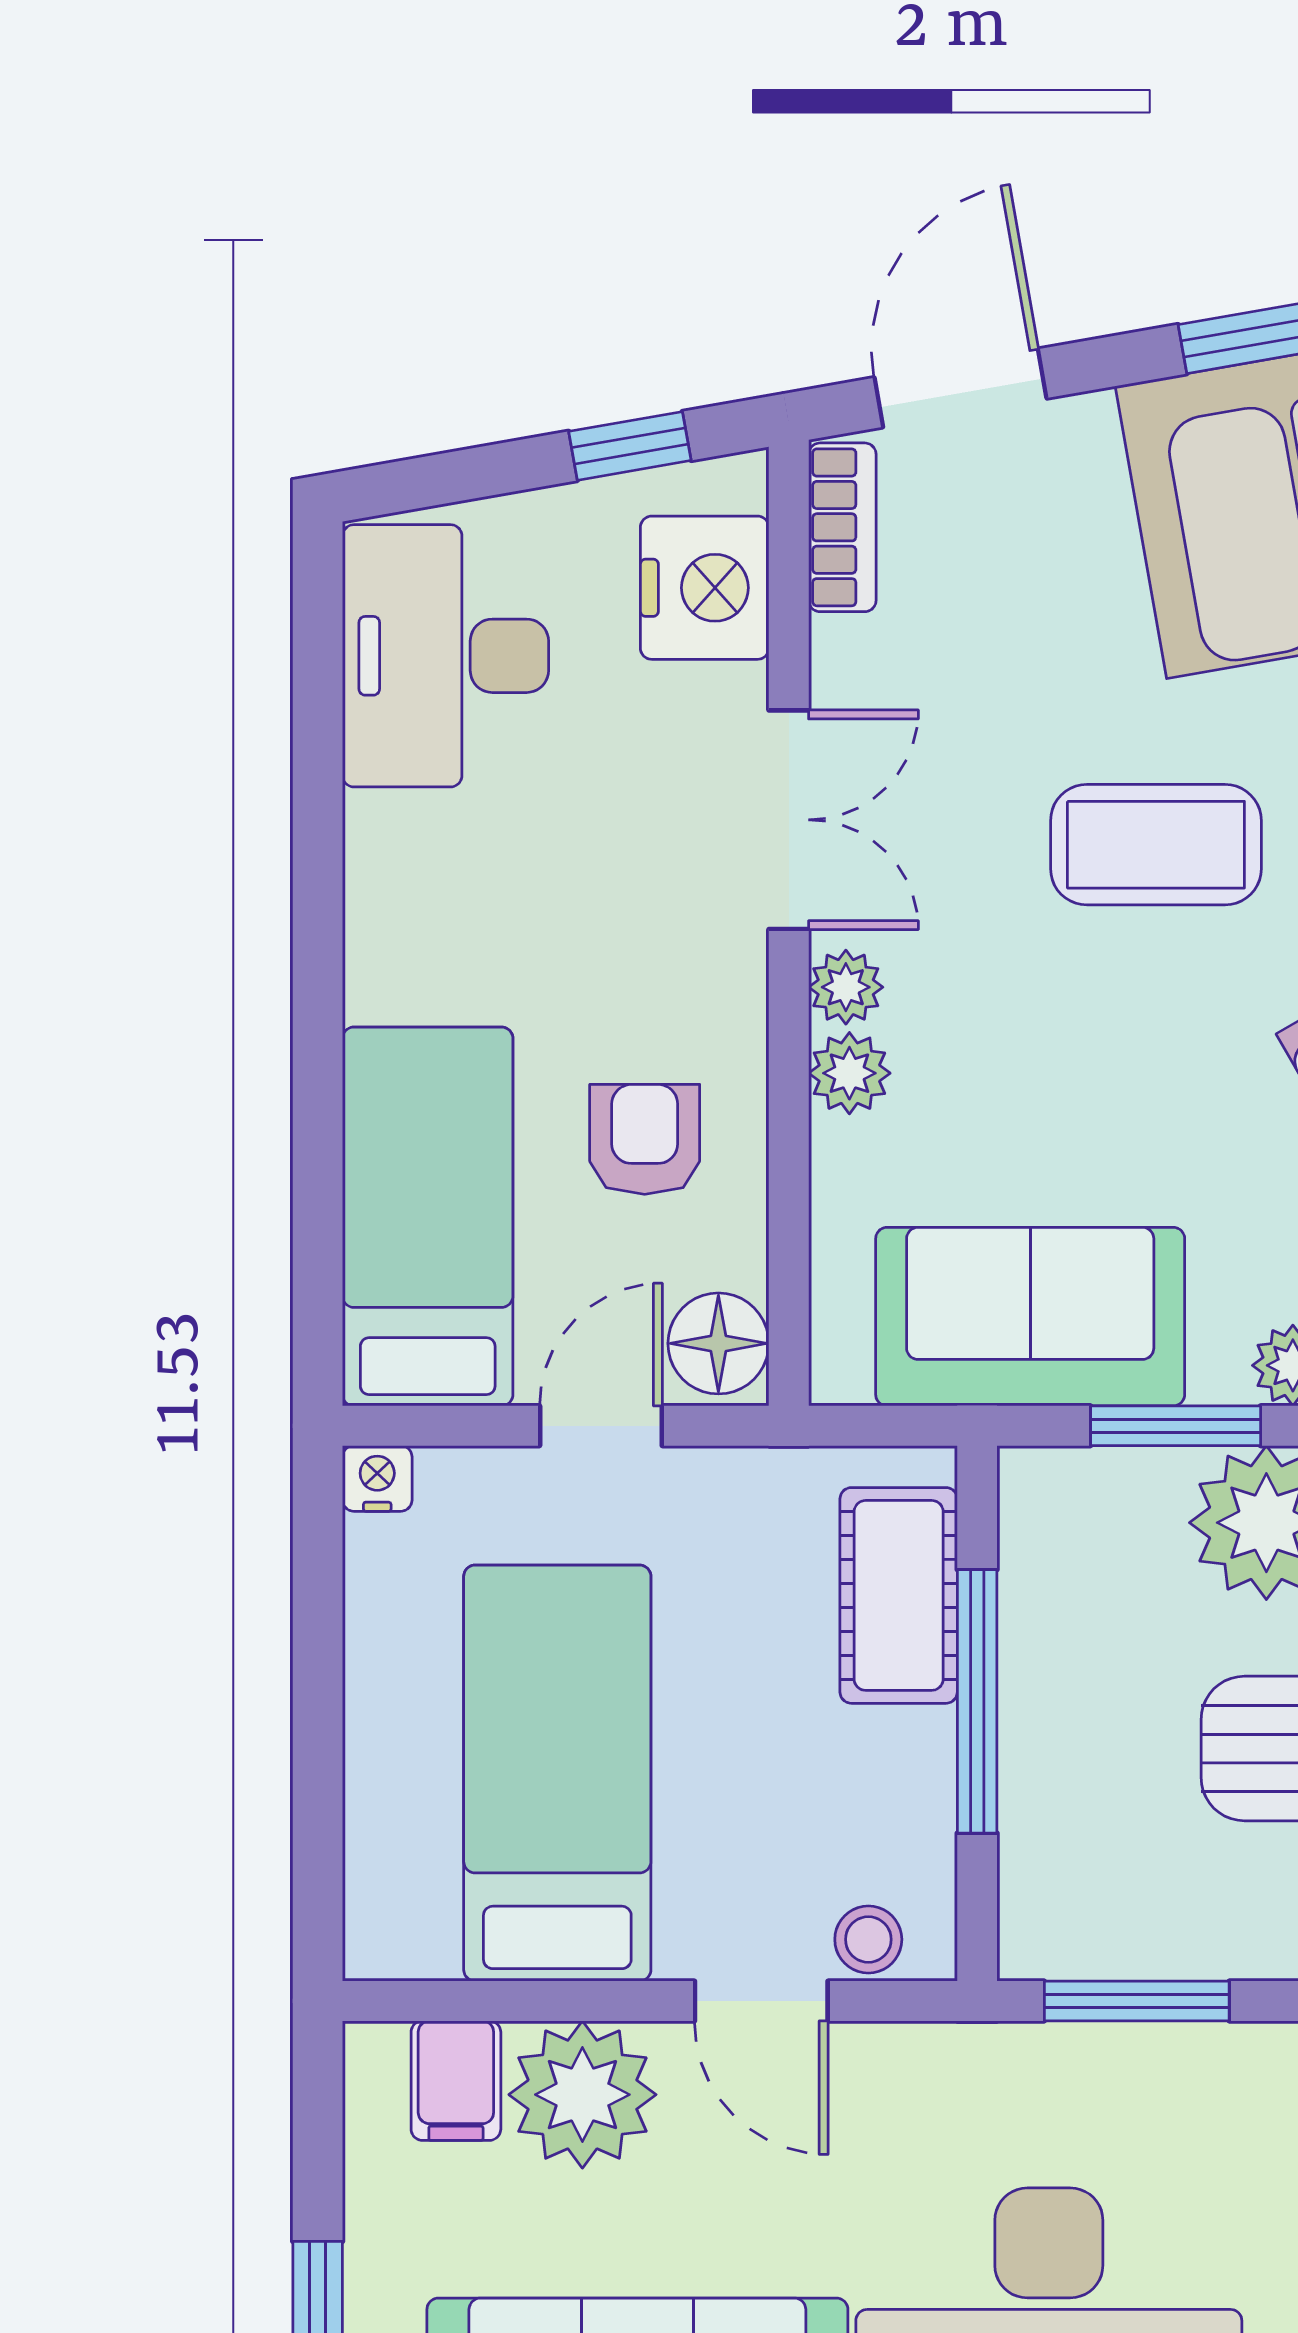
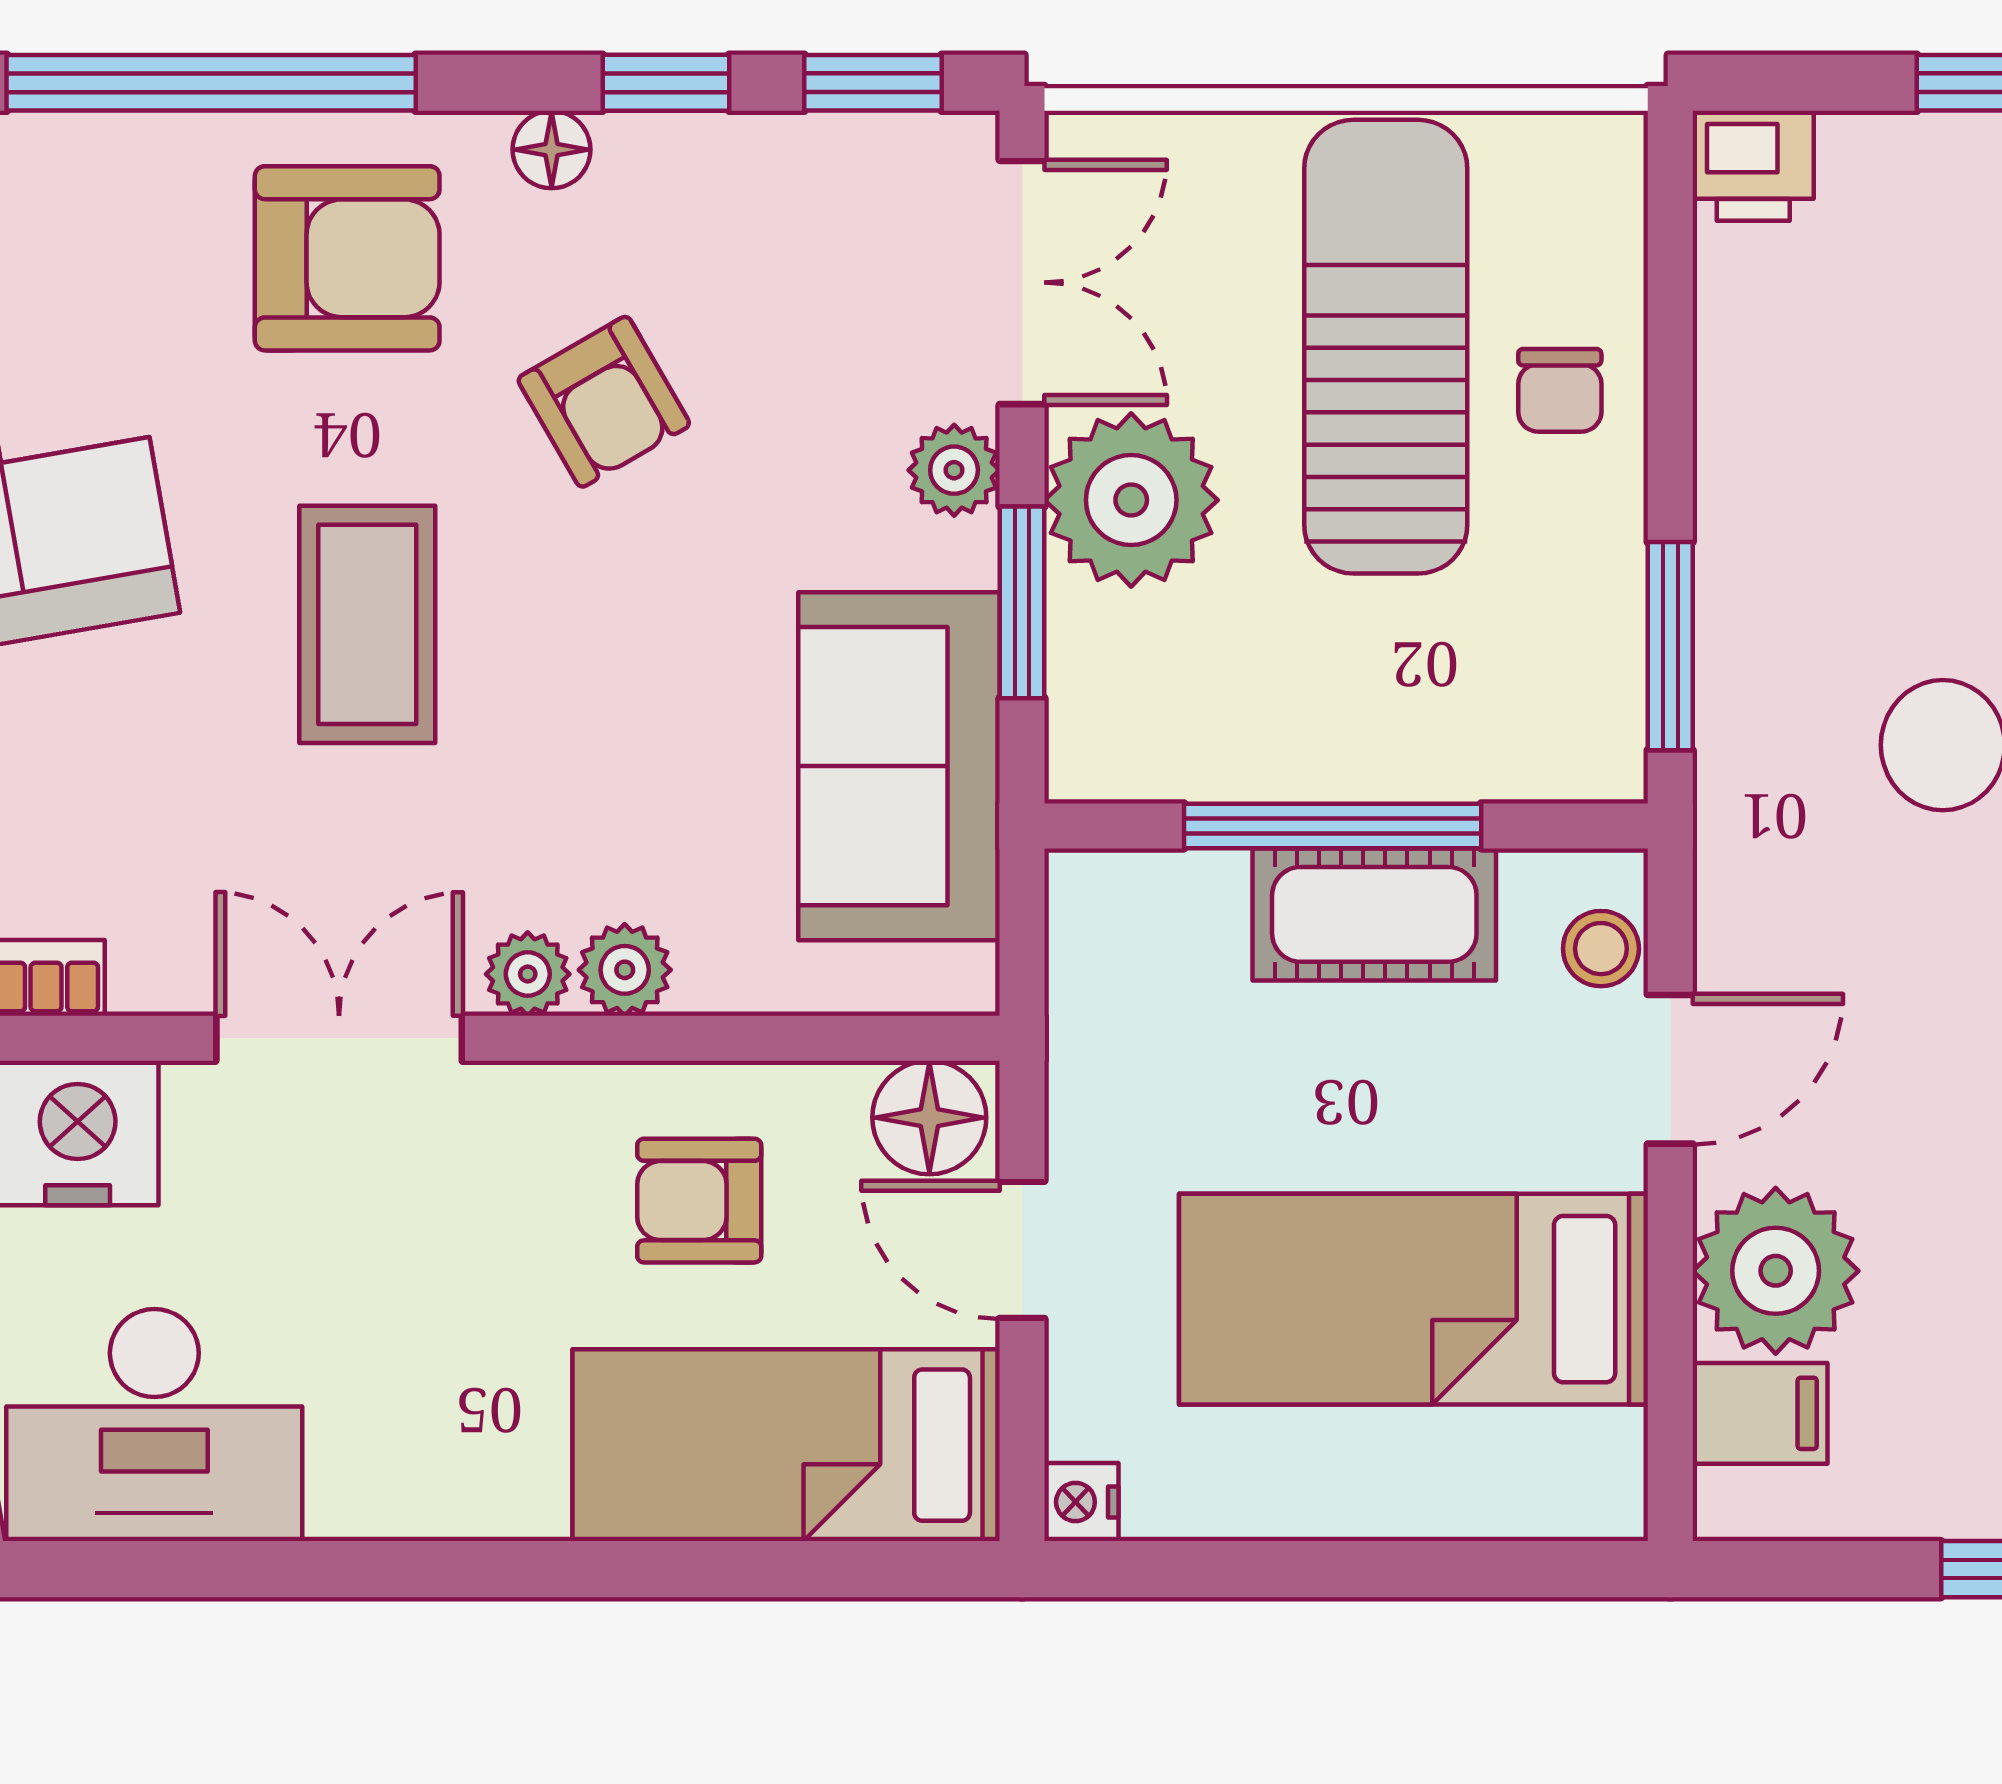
cot: (899, 1595) -> (1374, 914), moved

